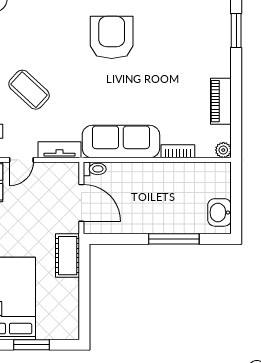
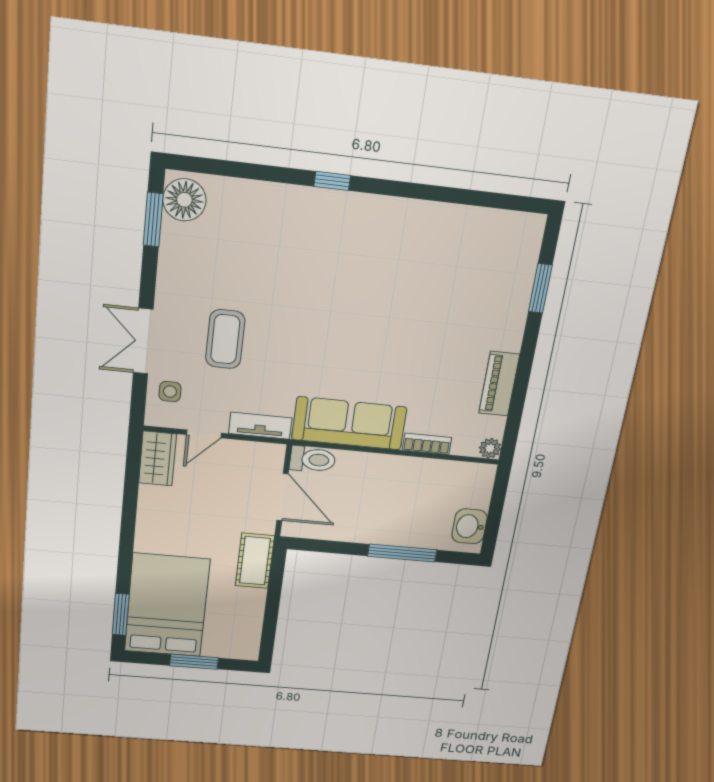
armchair: (112, 37) -> (357, 278), removed
coffee table: (29, 90) -> (225, 339), turned 47
toilet: (95, 169) -> (313, 459), width x1.37, depth x1.39

